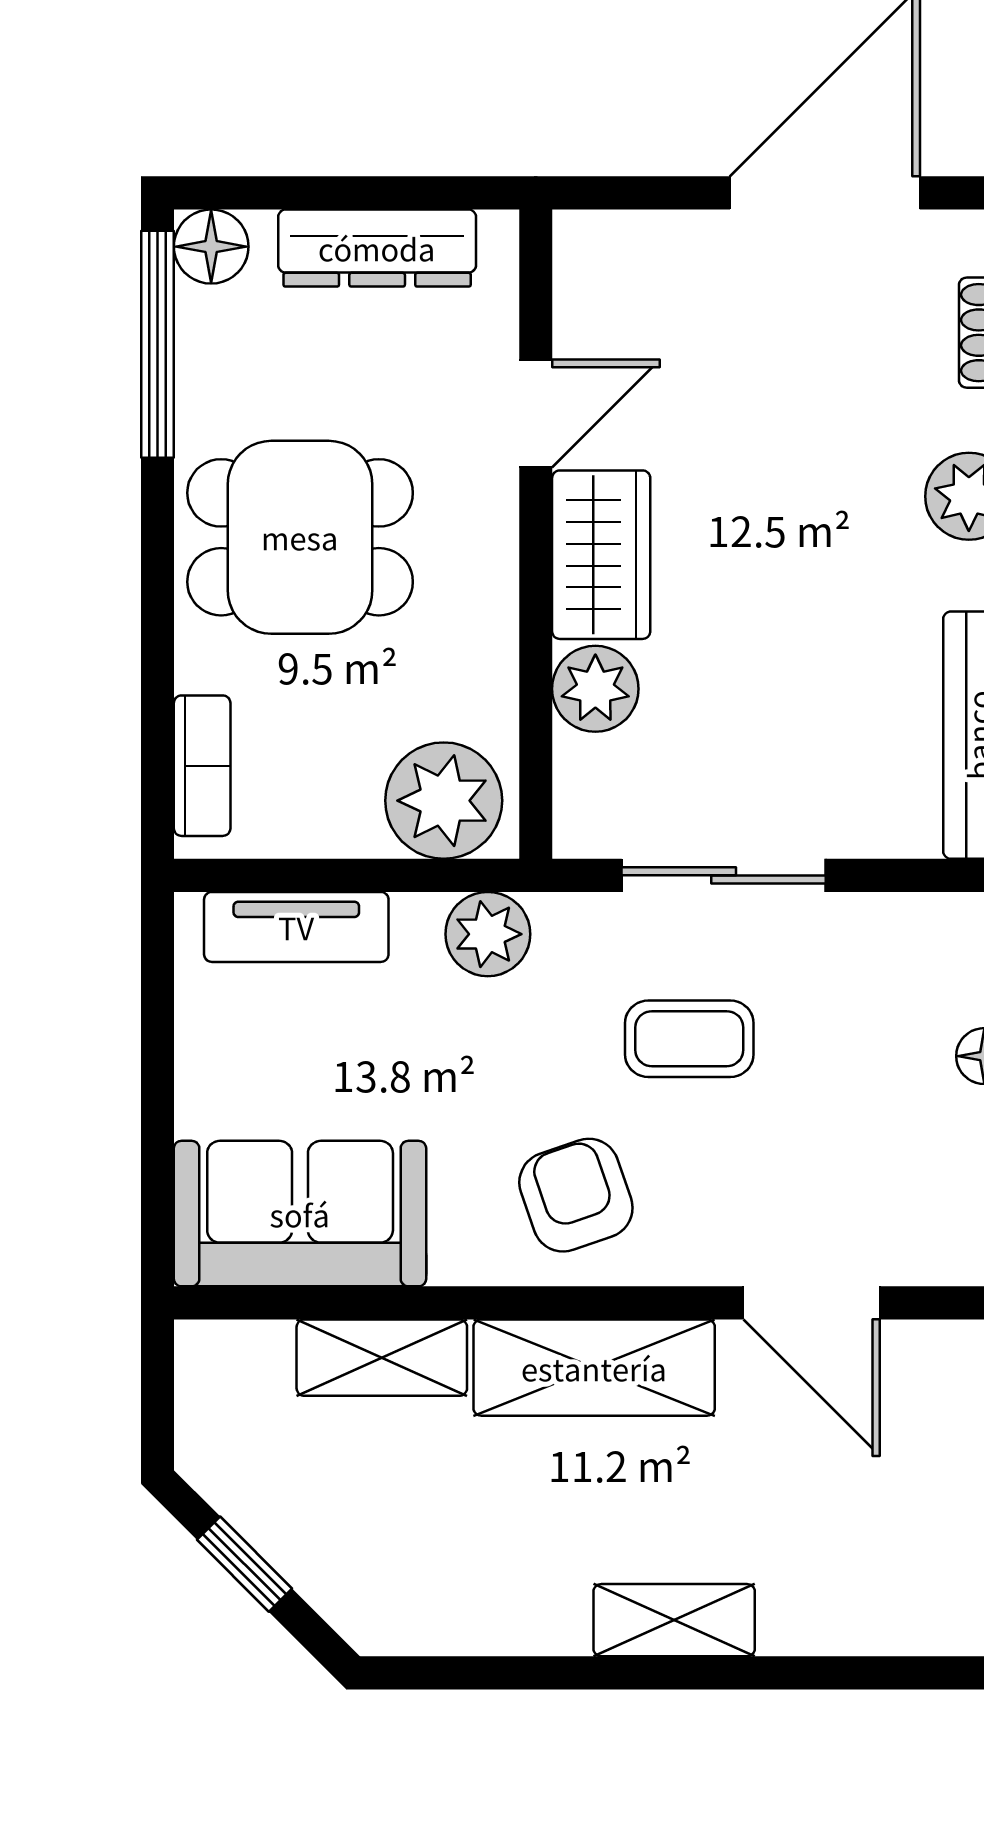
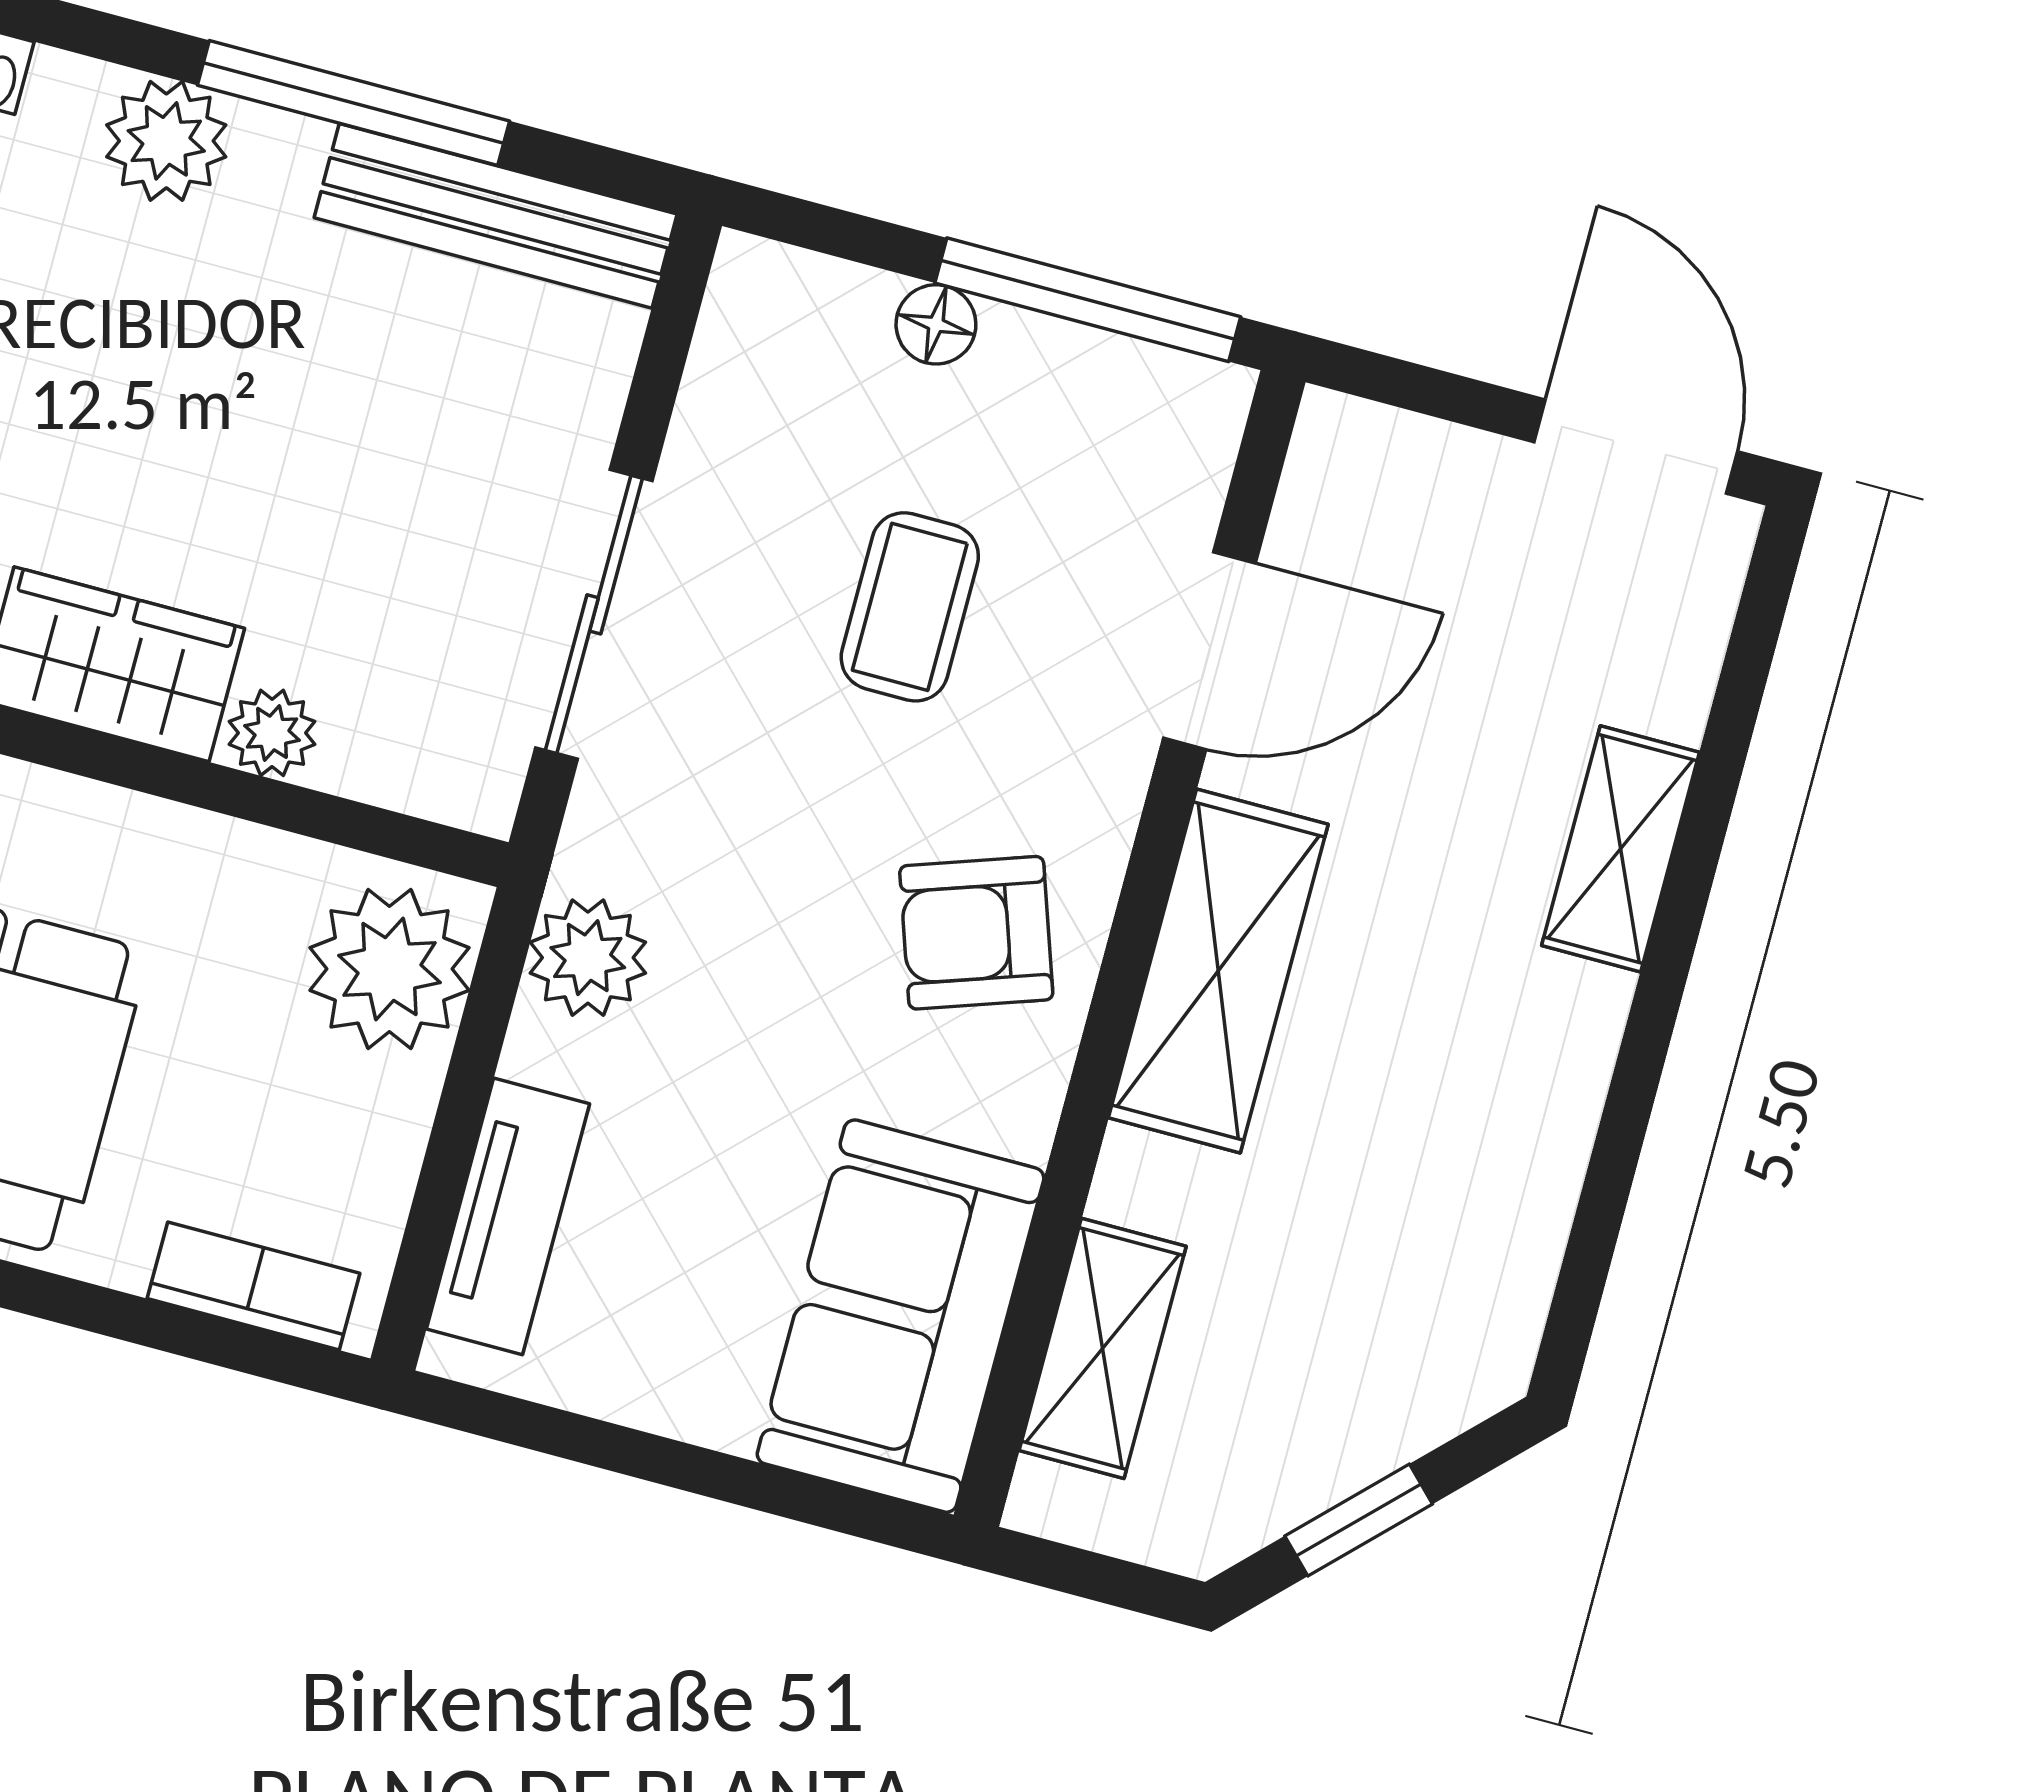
plant: (595, 689) -> (272, 733), width x0.73, depth x0.73
coffee table: (689, 1039) -> (910, 607), moved
shelving: (382, 1358) -> (1103, 1348), moved
shelving: (674, 1620) -> (1620, 849), moved

